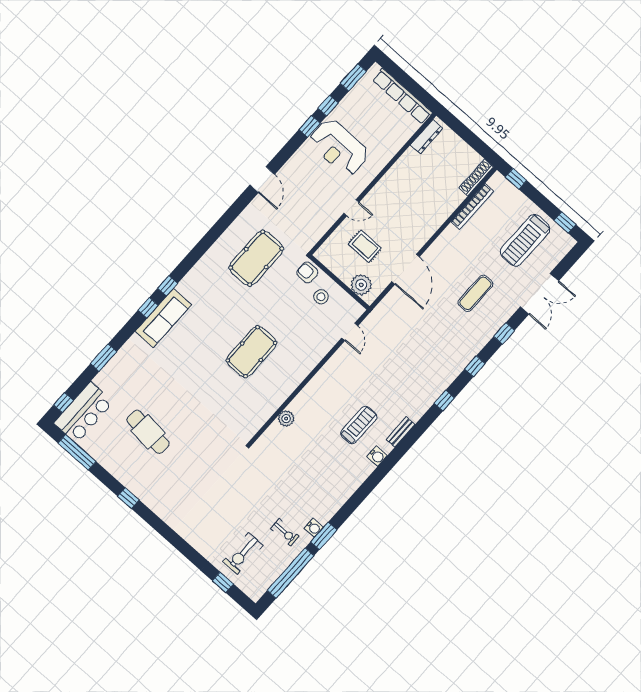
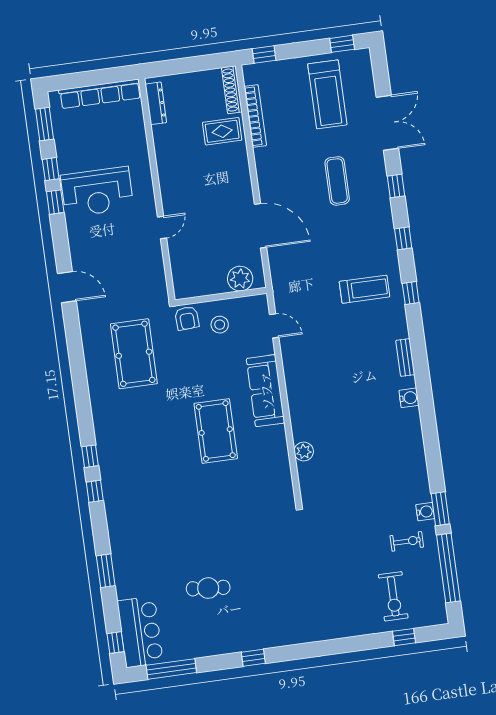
rug: (365, 246) -> (222, 131), moved
armchair: (307, 273) -> (187, 318), turned -93
sofa: (163, 318) -> (266, 391), moved, turned 180
treadmill: (359, 425) -> (364, 289), moved, turned 90
cafe table: (148, 432) -> (208, 588), width x0.73, depth x0.74

